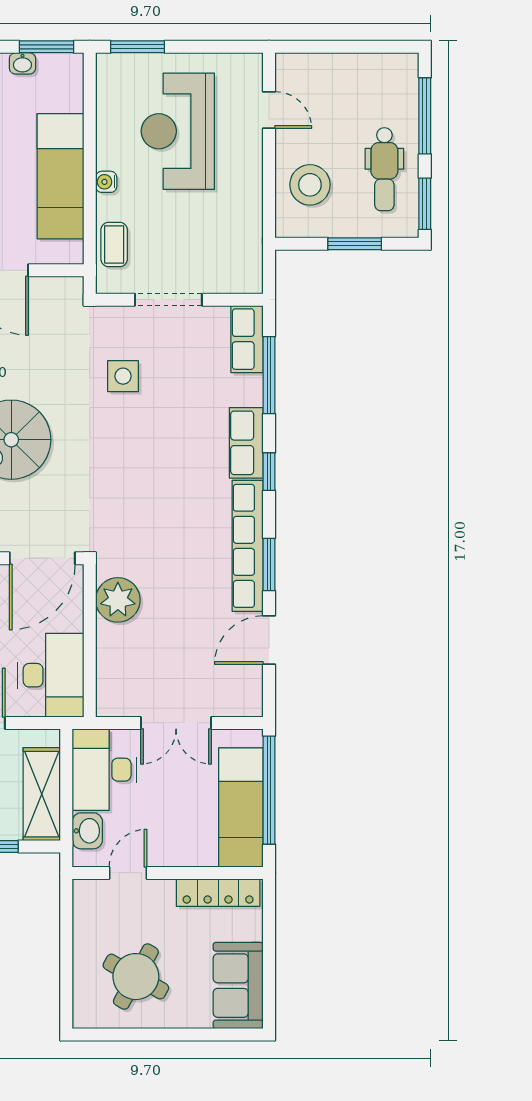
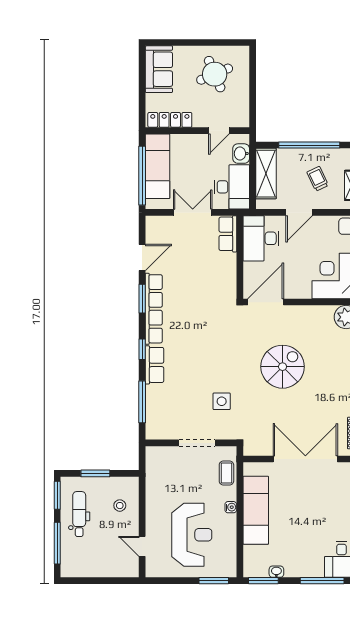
stool: (310, 185) -> (120, 506), width x0.53, depth x0.53
row of seats: (247, 339) -> (228, 234), moved, turned 180
plant: (118, 600) -> (224, 279), removed
round table: (136, 977) -> (215, 74), turned 38

